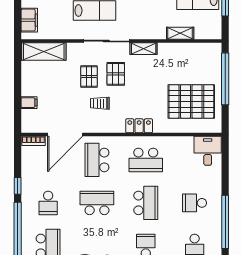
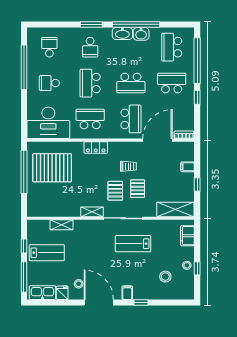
window: (225, 79) -> (24, 172), moved
window: (18, 81) -> (197, 184), added
desk: (208, 151) -> (48, 123), width x1.87, depth x1.30
school desk: (48, 203) -> (172, 83), width x1.85
school desk: (195, 203) -> (49, 83), turned 180

